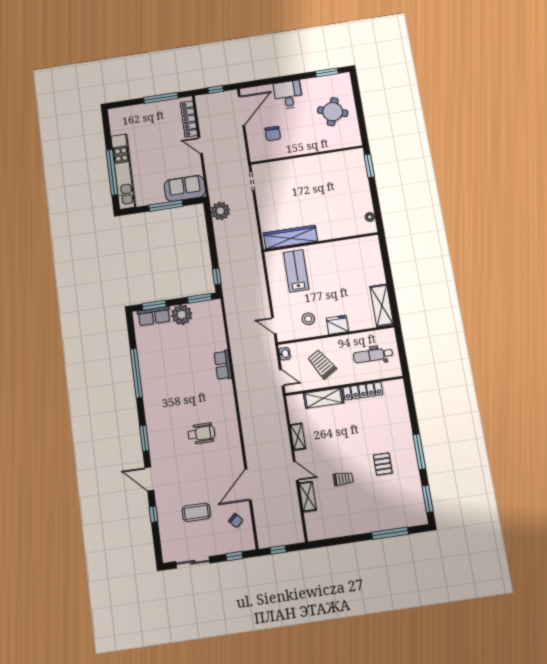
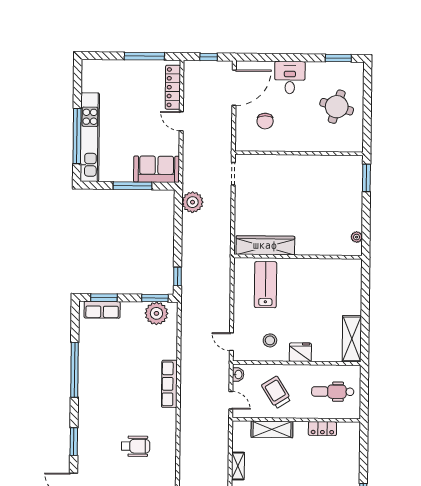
plant: (182, 315) -> (156, 313), moved
row of seats: (223, 365) -> (169, 384), width x1.48
locker: (363, 391) -> (322, 429), width x0.66

